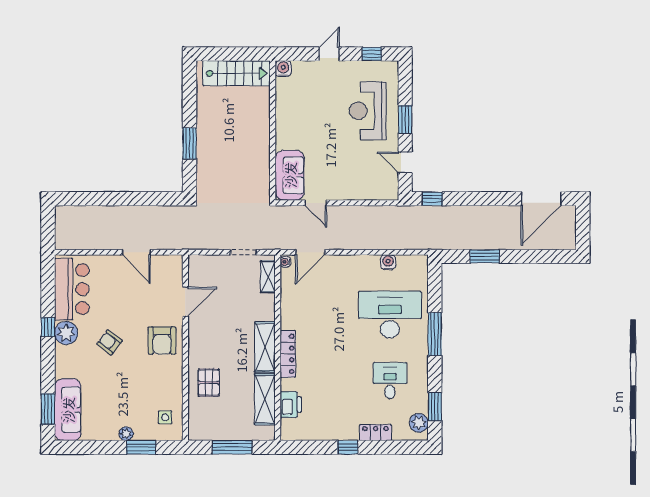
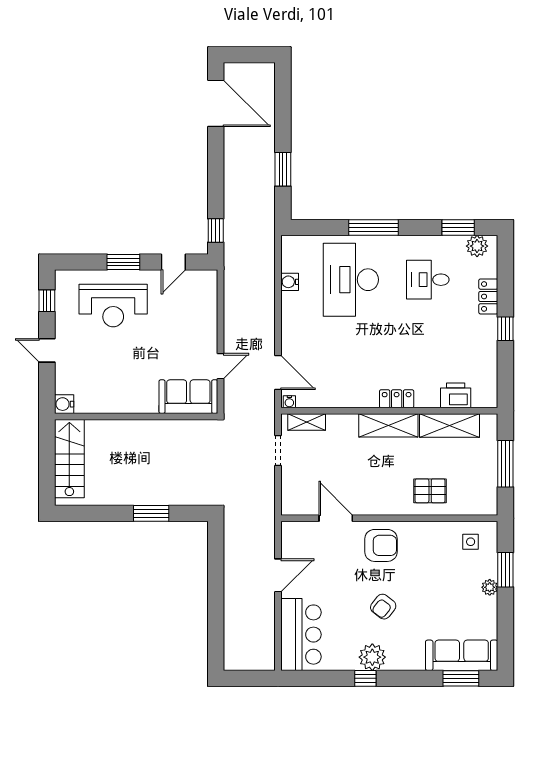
bar counter: (72, 289) -> (301, 635), moved, turned 90
locker: (288, 354) -> (397, 399), width x0.66

